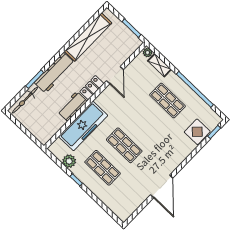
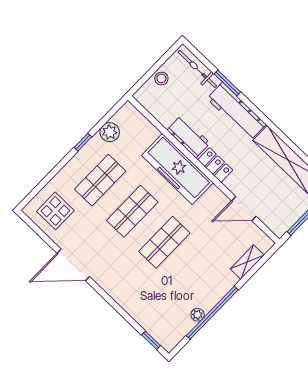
plant: (148, 53) -> (198, 315), moved
door: (115, 75) -> (244, 209), moved
shop shelf: (167, 101) -> (164, 242), moved
stool: (32, 125) -> (161, 79), added
freezer: (83, 126) -> (177, 169), moved
display table: (197, 132) -> (55, 211), moved

